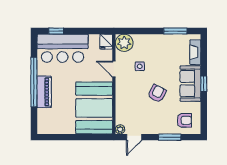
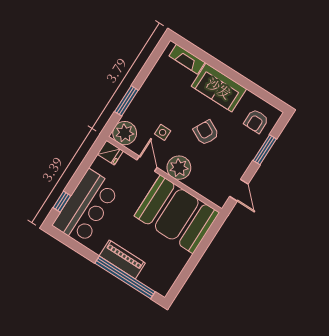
window: (175, 31) -> (126, 101), moved
door: (114, 69) -> (147, 164), swing flipped
window: (34, 82) -> (125, 277), moved
window: (204, 84) -> (229, 72), removed
armchair: (184, 120) -> (256, 121), turned 180
plant: (120, 129) -> (179, 168), moved, width x1.87, depth x1.87

